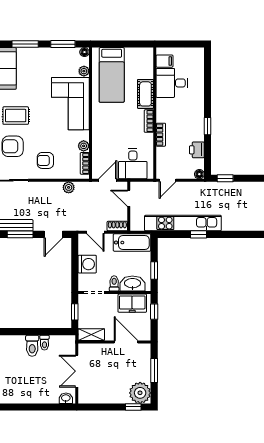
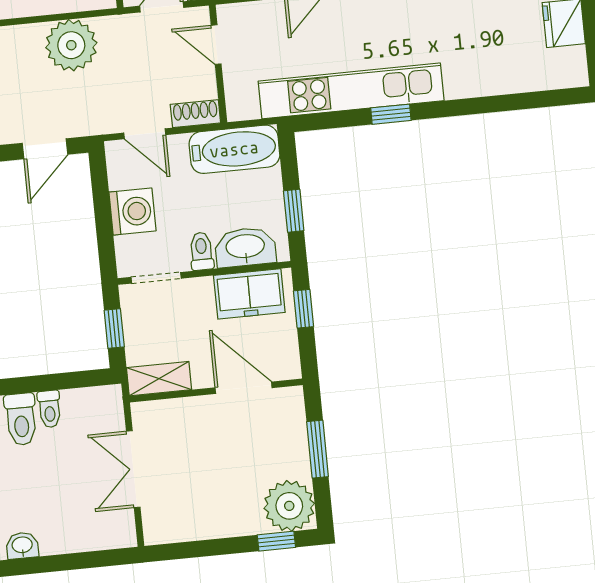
plant: (69, 187) -> (71, 45), width x1.88, depth x1.88
washbasin: (66, 398) -> (22, 546), moved

